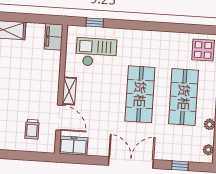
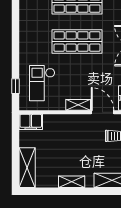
door: (59, 118) -> (103, 112), hinge flipped

